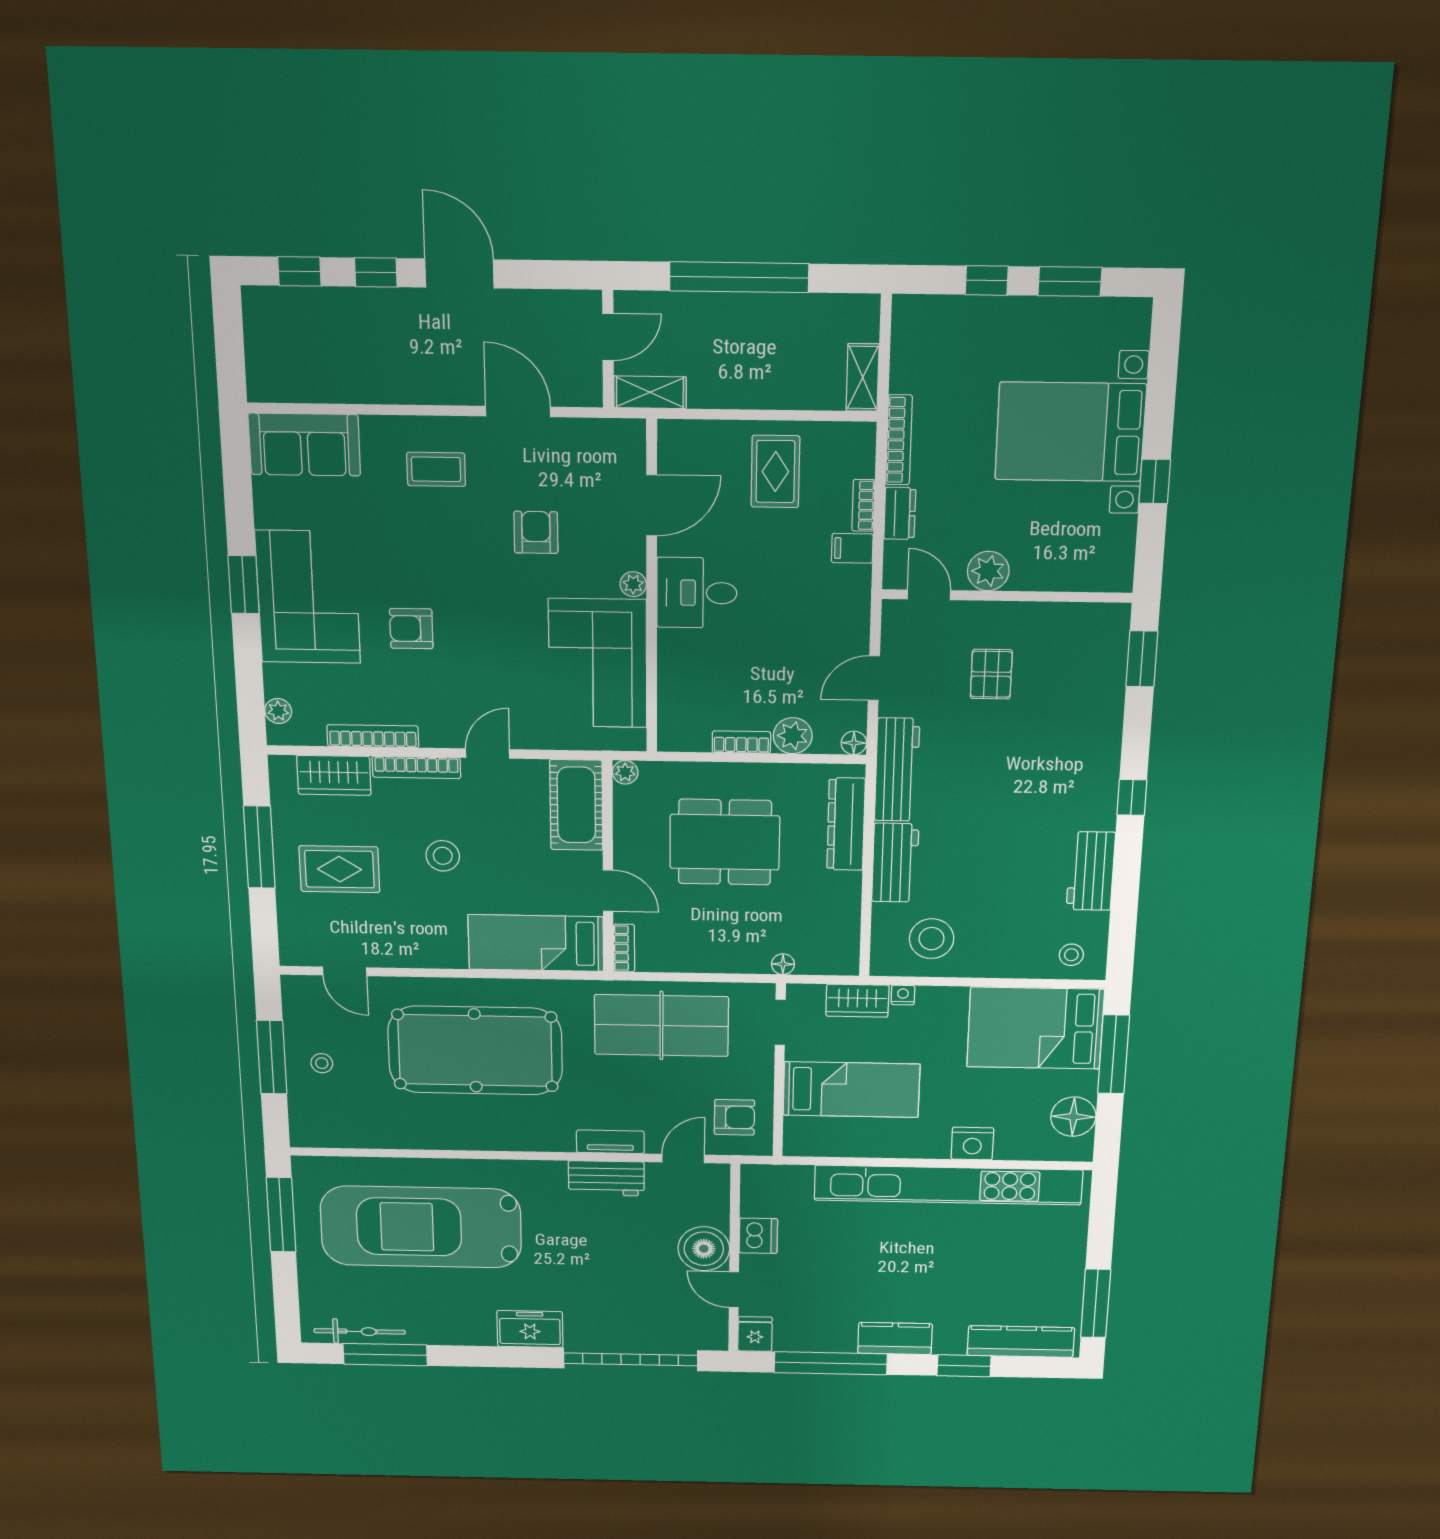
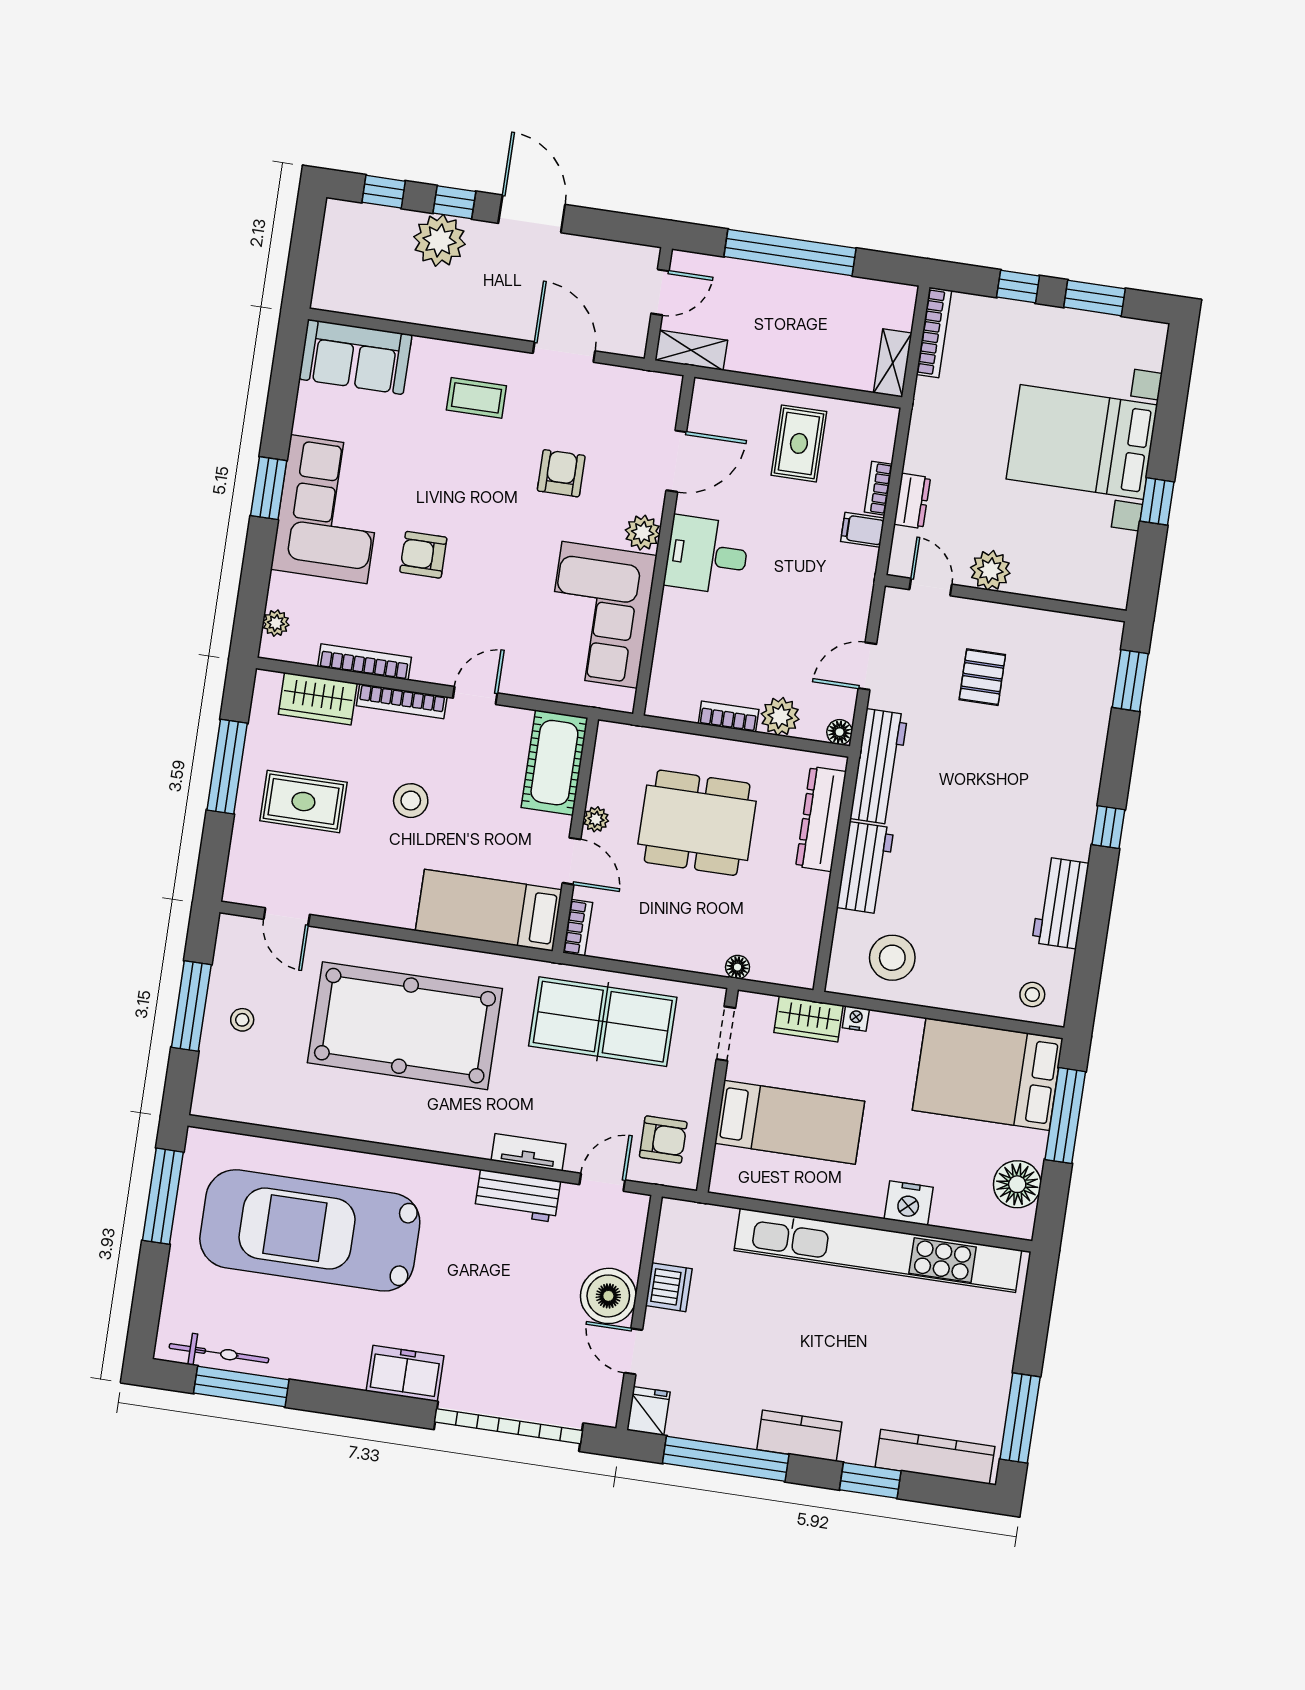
plant: (368, 314) -> (439, 240), added
bookcase: (899, 440) -> (934, 333), moved
plant: (633, 584) -> (643, 533), width x1.38, depth x1.38
plant: (625, 772) -> (596, 819), moved

